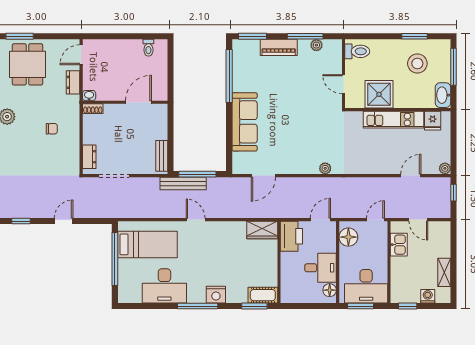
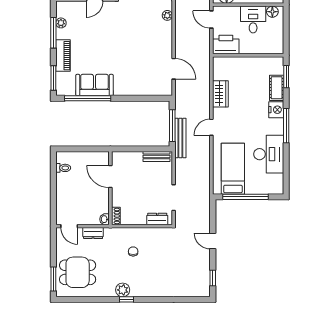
sofa: (245, 122) -> (94, 85), moved, width x0.73
wardrobe: (262, 230) -> (220, 94), moved
cot: (263, 295) -> (277, 88), moved

